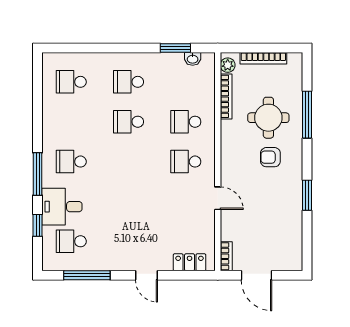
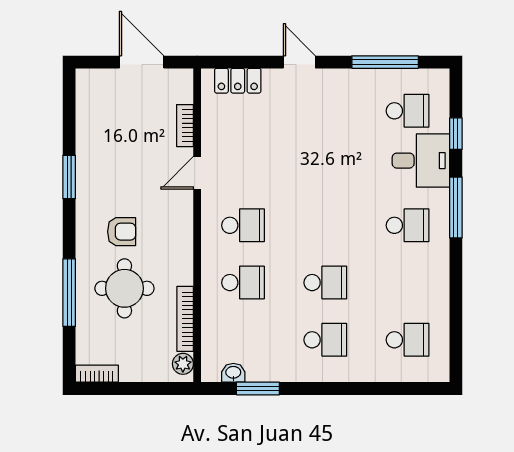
bookcase: (263, 58) -> (97, 374), moved, width x0.64
door: (218, 198) -> (197, 173), hinge flipped
bookcase: (226, 256) -> (185, 126), moved

